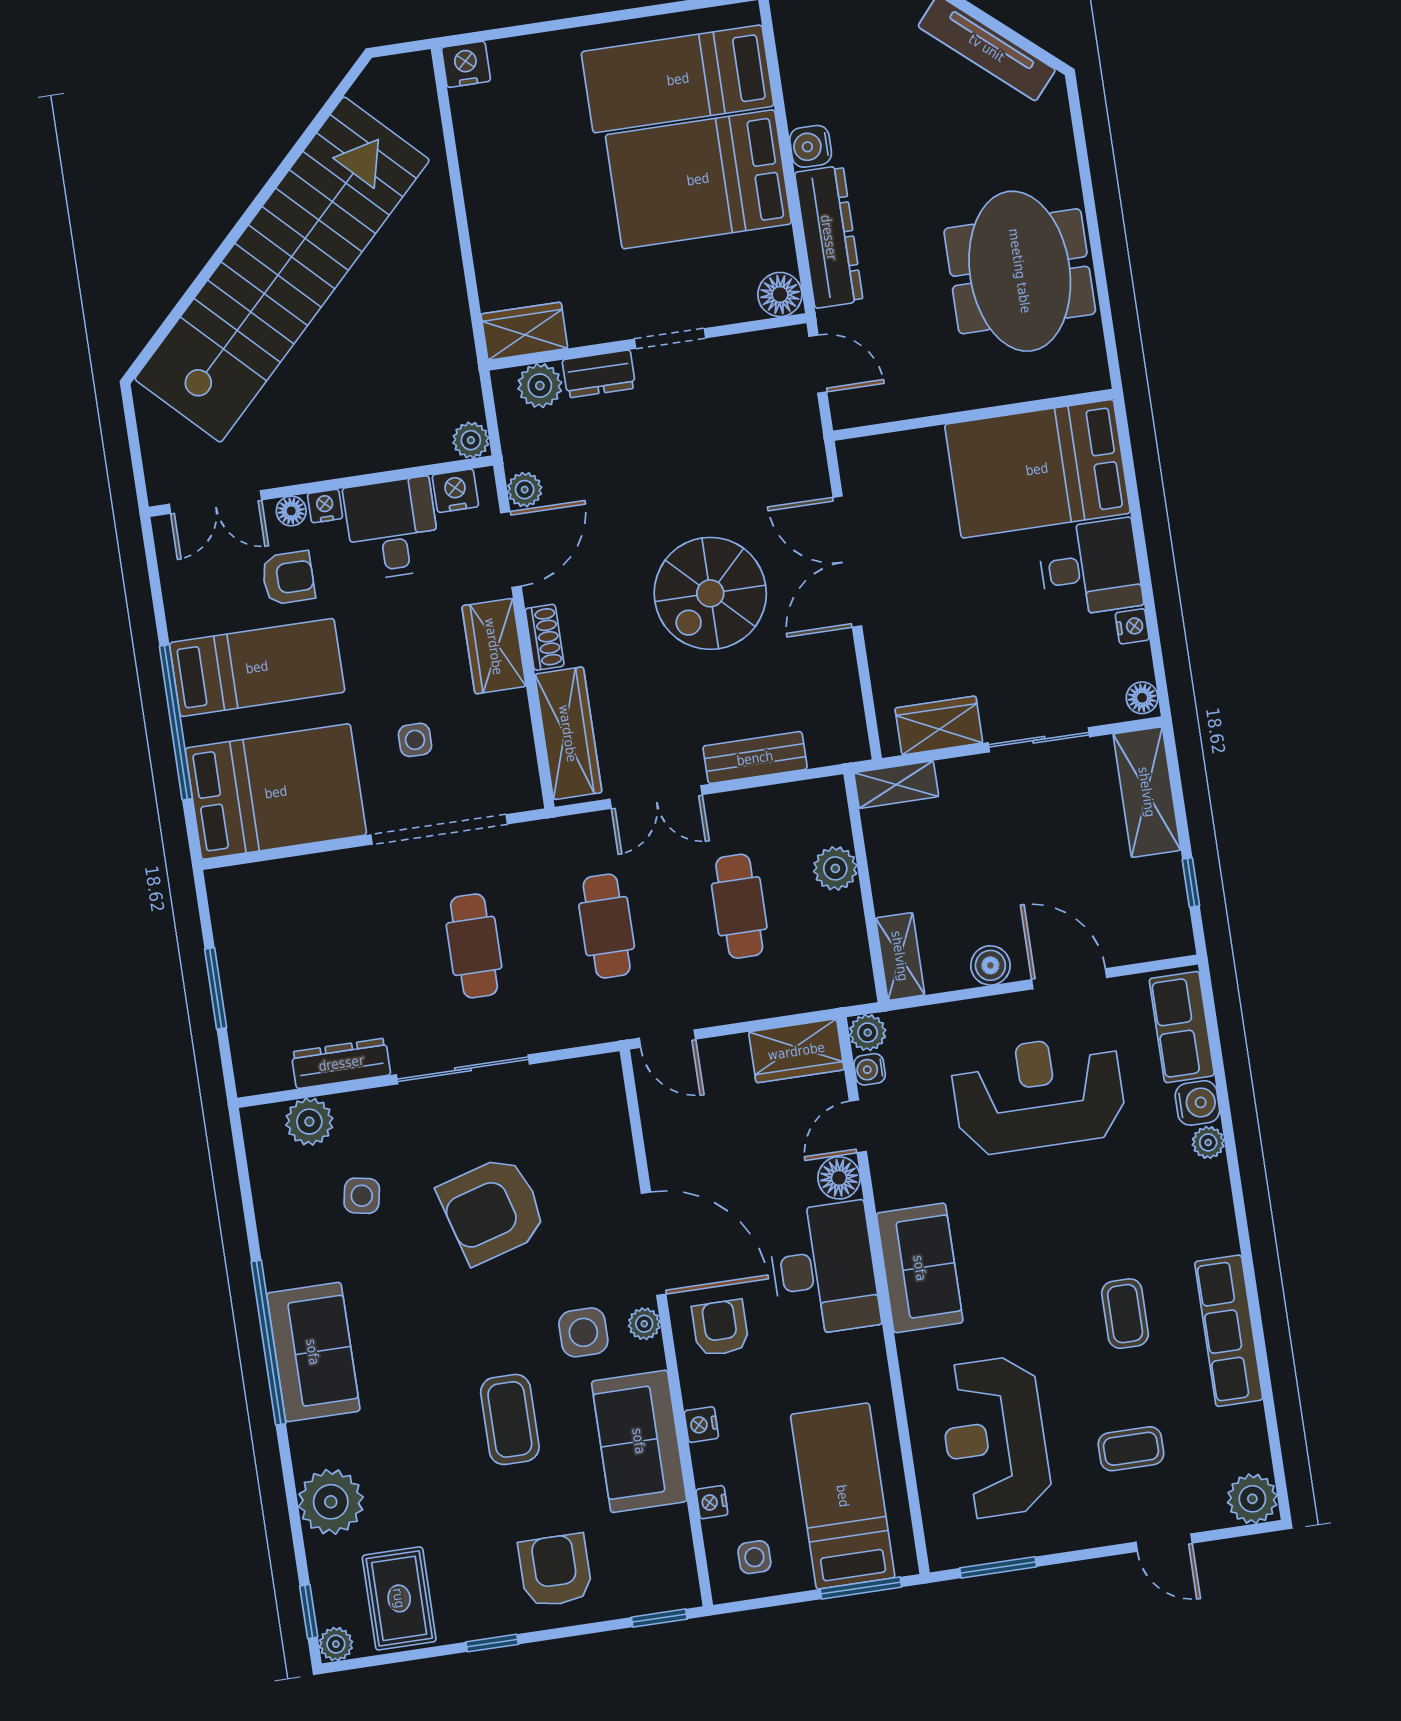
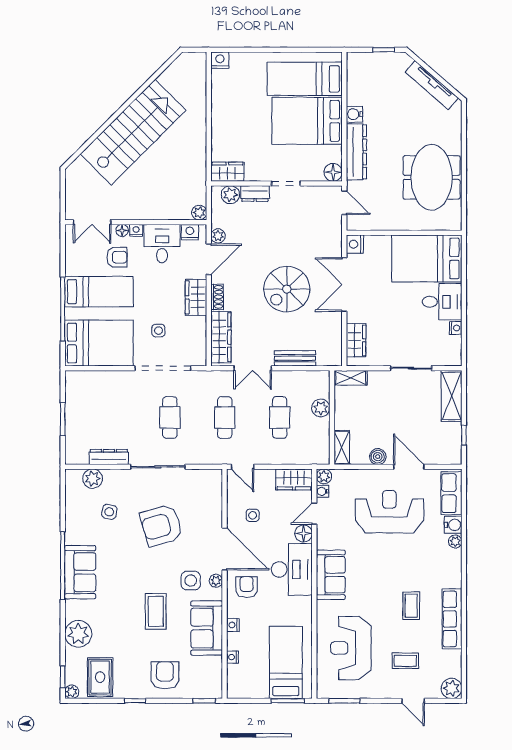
stairs: (282, 270) -> (133, 132), width x0.73
nightstand: (859, 460) -> (355, 244), added
floor lamp: (1142, 698) -> (455, 357), removed
wardrobe: (939, 725) -> (356, 340), moved, turned 90
side table: (754, 1557) -> (253, 515), moved

